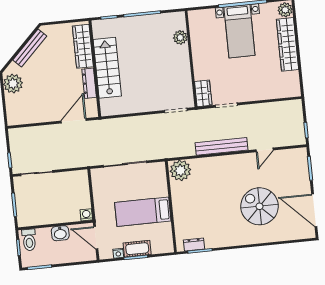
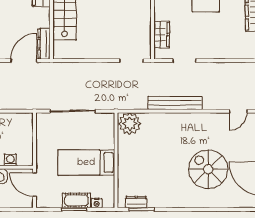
dresser: (89, 83) -> (44, 44), moved
wardrobe: (203, 93) -> (162, 35), moved
door: (265, 150) -> (238, 111), moved
washing machine: (86, 215) -> (10, 160), moved
nightstand: (118, 253) -> (97, 203), moved

